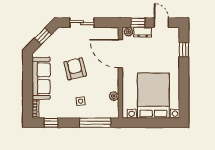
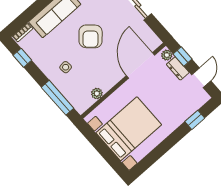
armchair: (75, 69) -> (91, 36), turned 146

